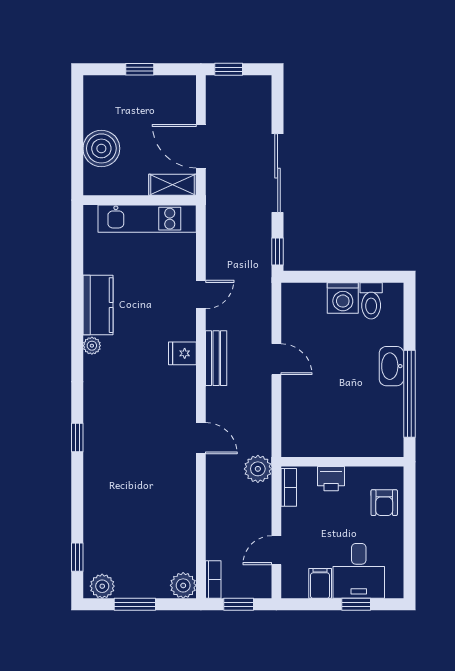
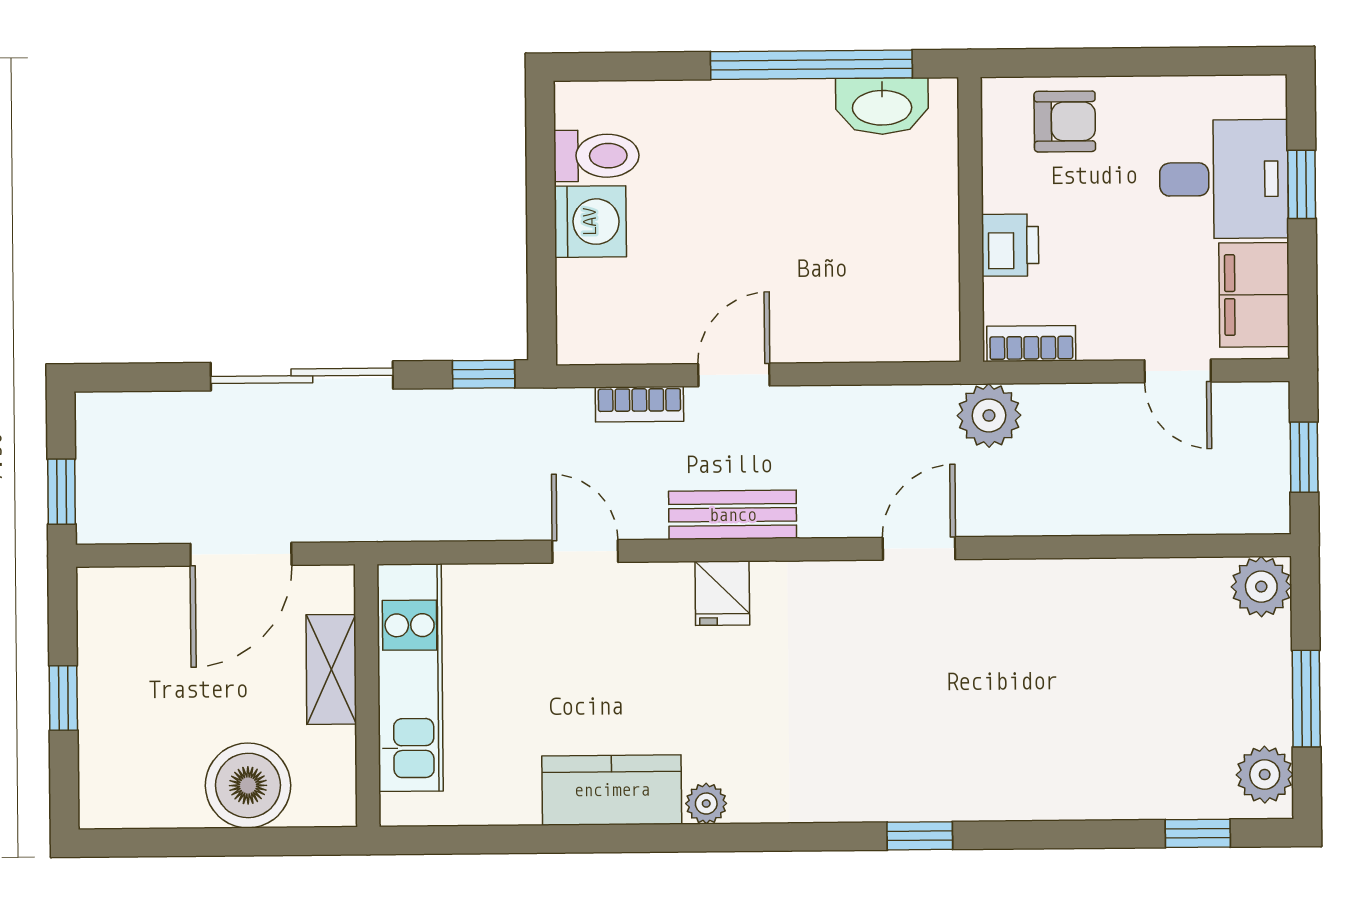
shelving: (173, 185) -> (331, 669), moved
washbasin: (391, 366) -> (882, 106), moved
bookcase: (213, 580) -> (639, 404), moved, turned 180
filing cabinet: (320, 583) -> (1254, 295), width x2.00

